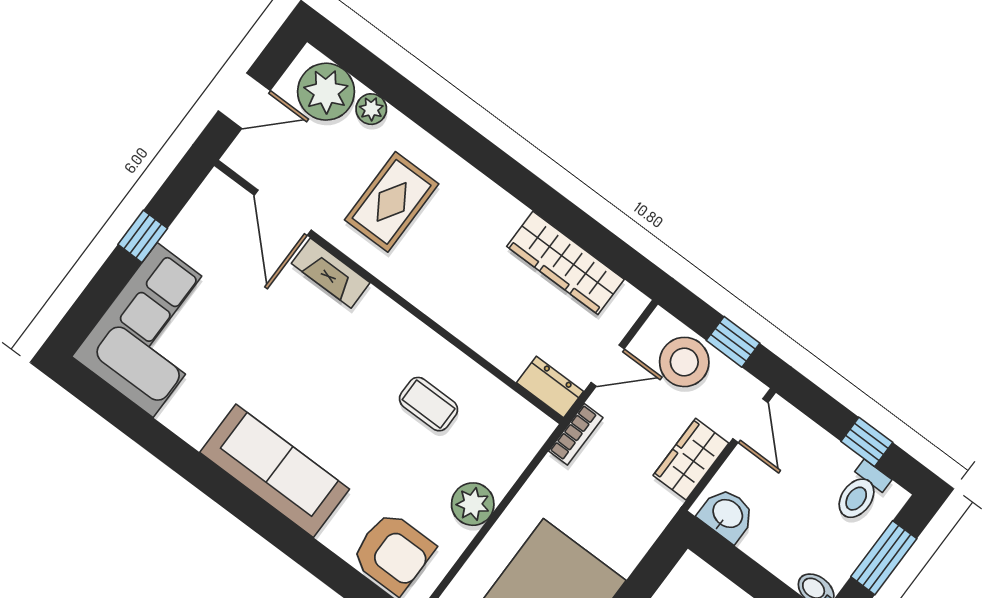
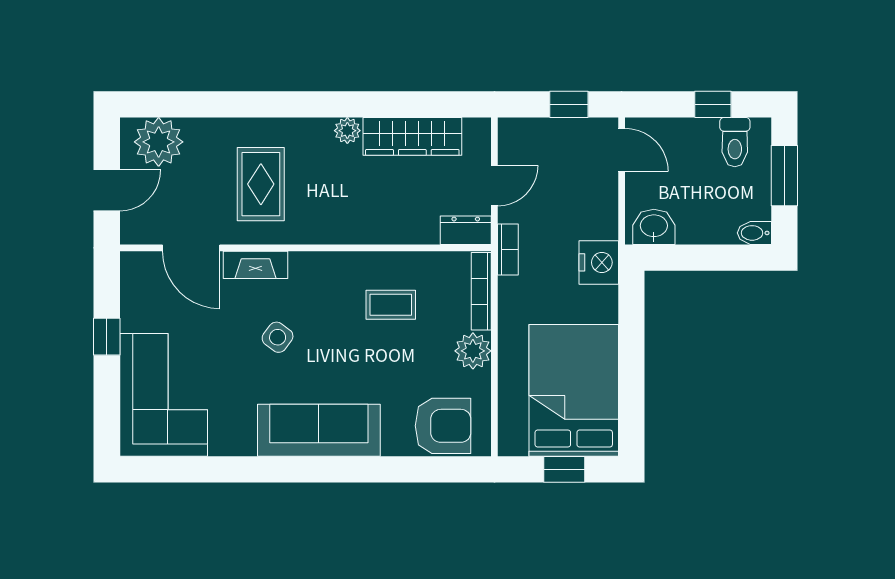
plant: (371, 109) -> (347, 131), moved
side table: (301, 356) -> (278, 337), added
stool: (684, 362) -> (546, 144), removed
bookcase: (522, 454) -> (481, 291), added
wardrobe: (691, 459) -> (600, 207), removed
nightstand: (651, 509) -> (599, 262), added

